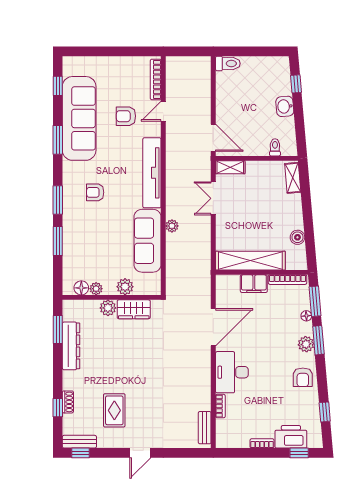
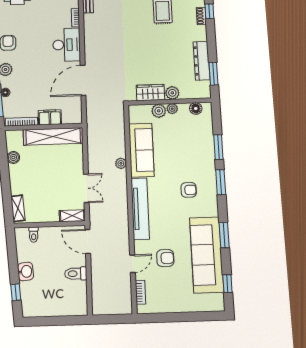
toilet: (228, 64) -> (76, 274), moved
bookcase: (156, 79) -> (140, 292), width x0.64
plant: (96, 289) -> (172, 109), moved

